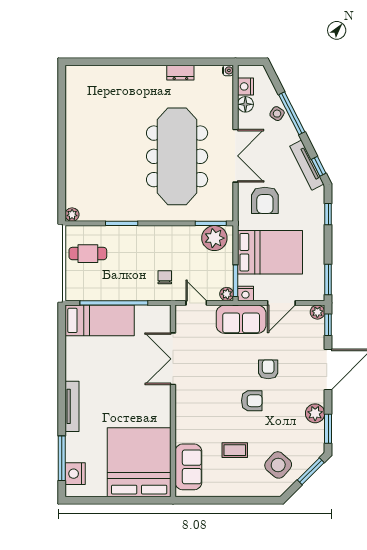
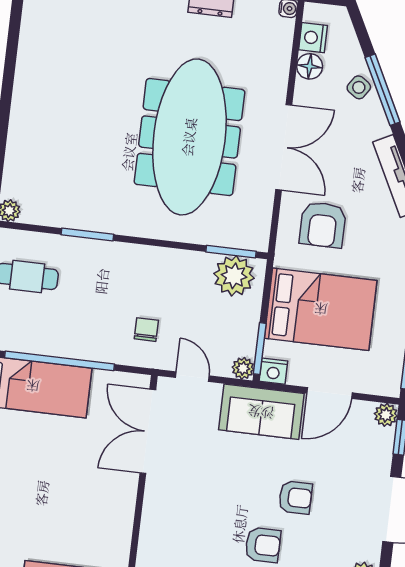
double door: (173, 359) -> (148, 431), moved
armchair: (268, 369) -> (295, 497), turned 90

